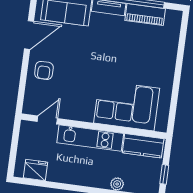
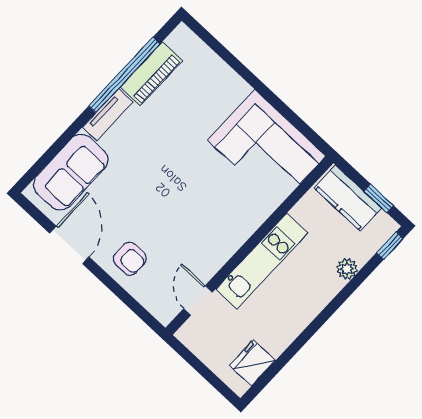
corner sofa: (127, 106) -> (267, 148), moved, turned -90
kitchen counter: (143, 146) -> (348, 198), moved, turned 90

